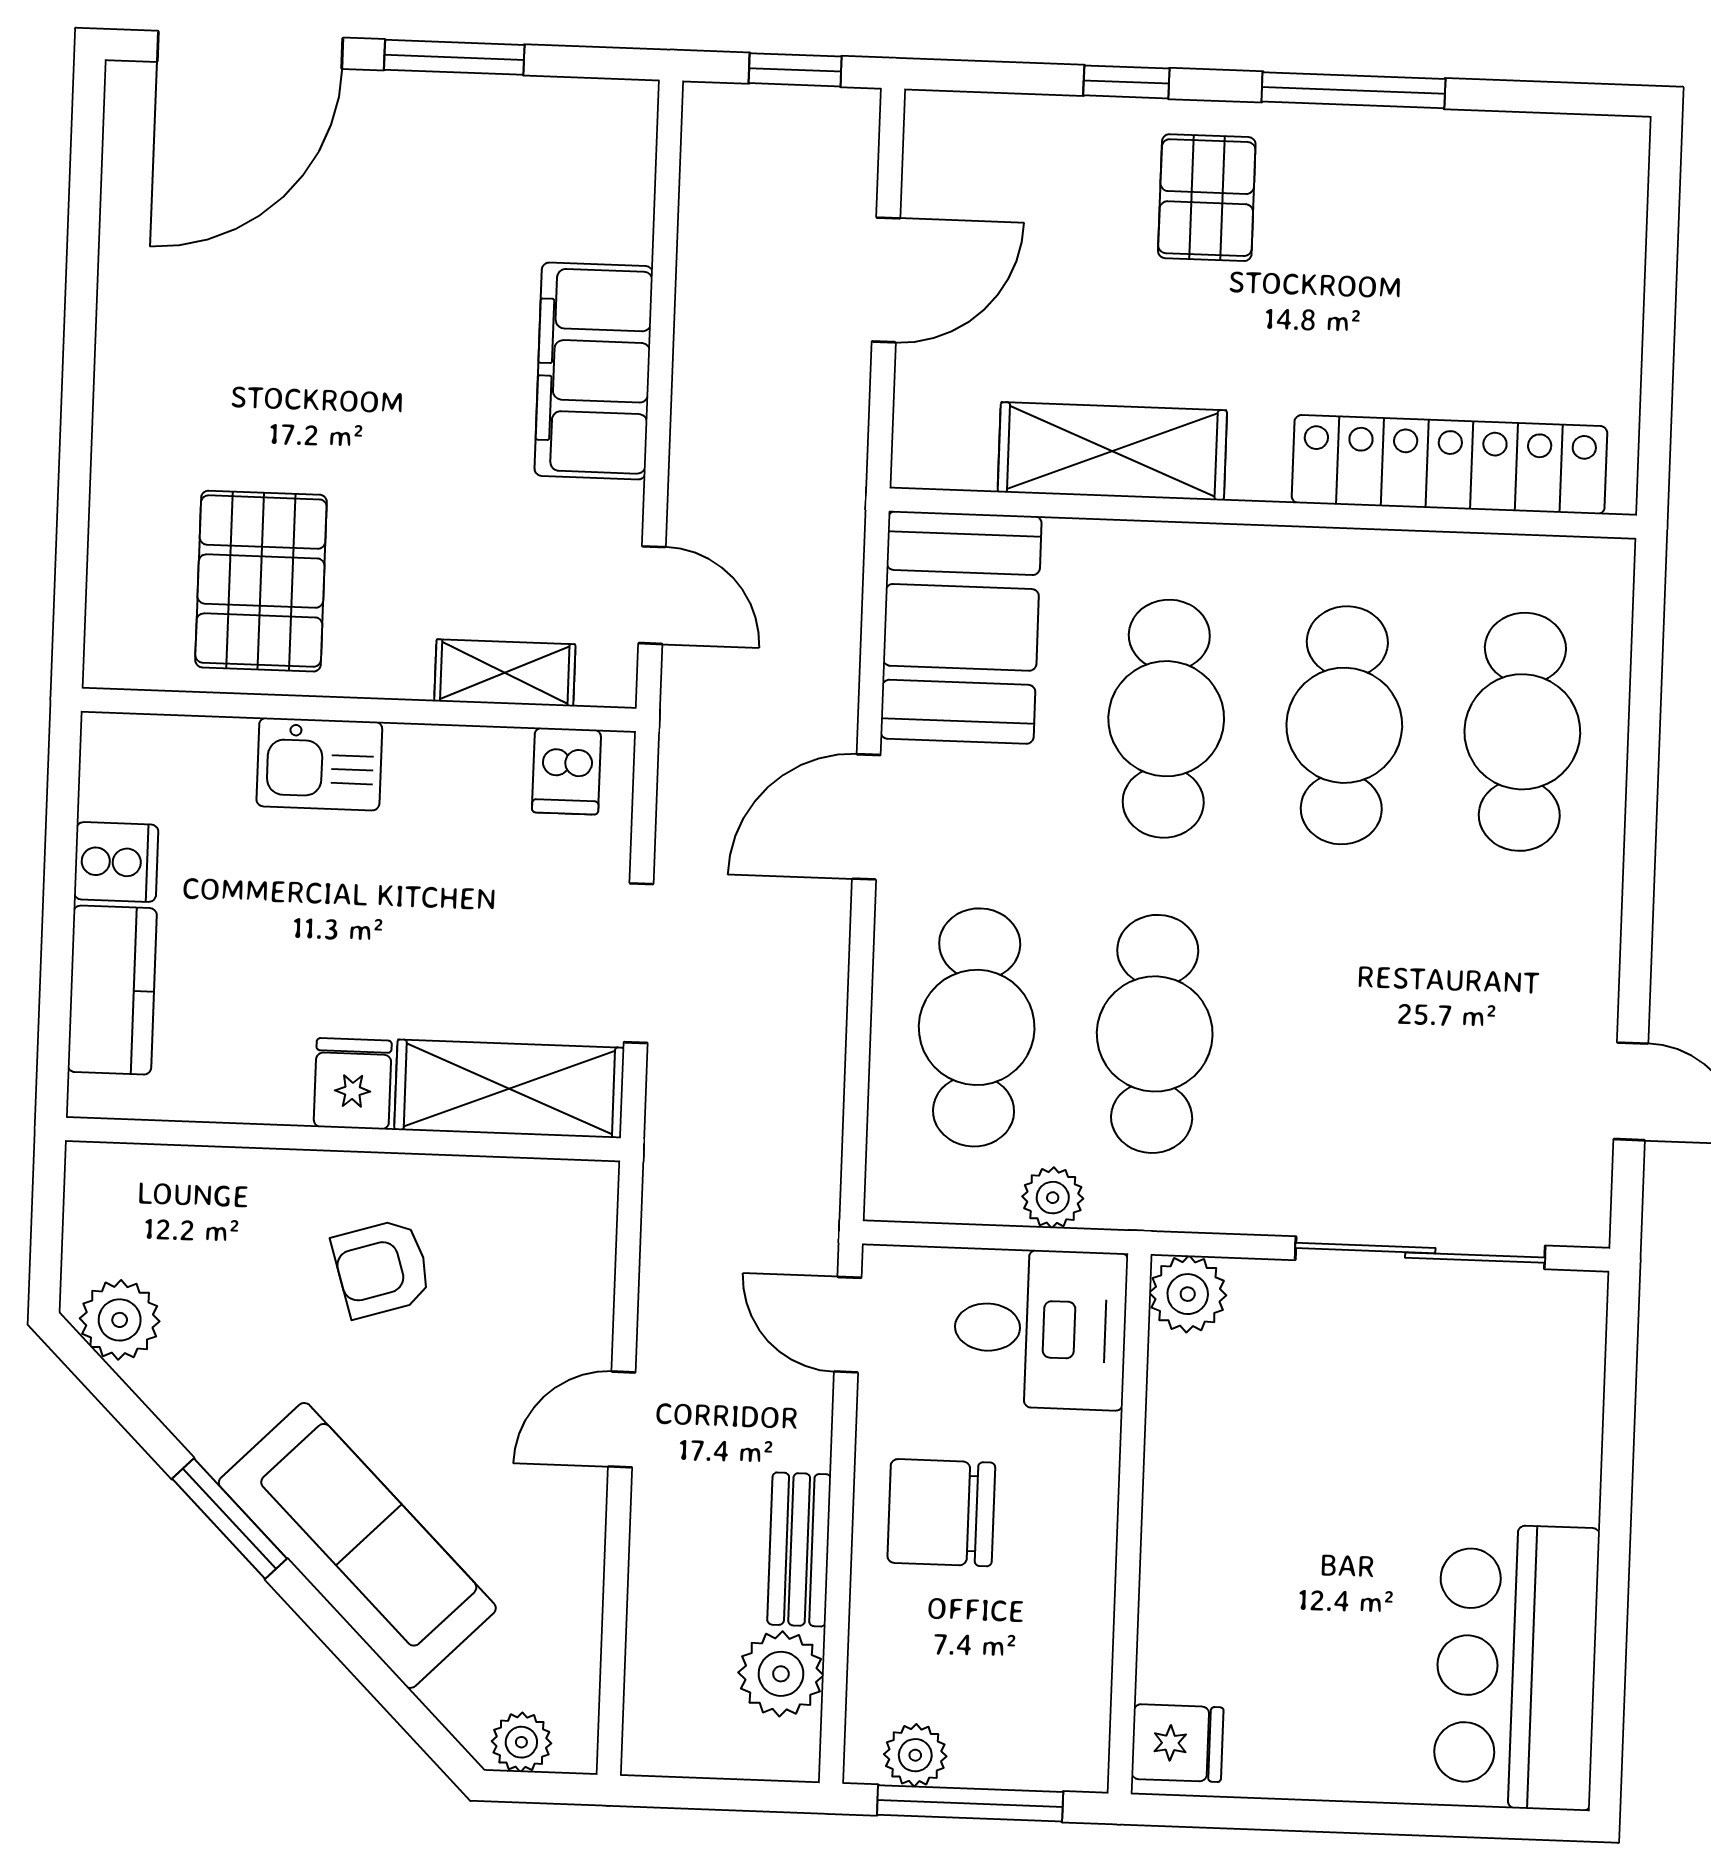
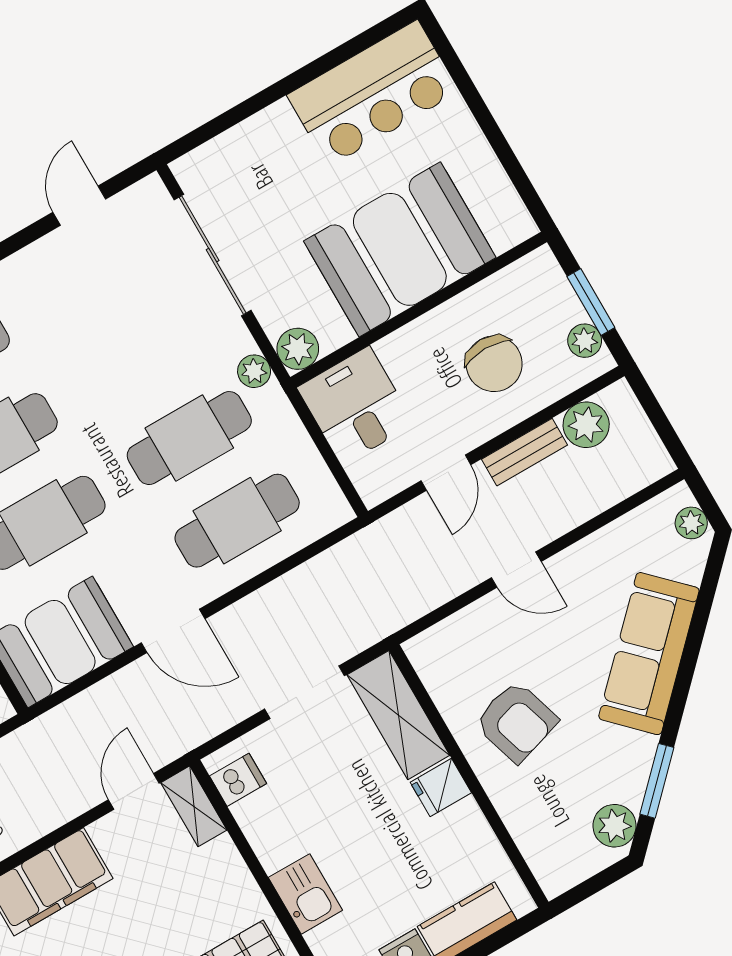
shelving: (505, 673) -> (194, 806), moved
plant: (1053, 1198) -> (254, 371), moved
armchair: (382, 1268) -> (516, 722), width x1.38, depth x1.38
door: (848, 1325) -> (446, 473), moved
chair: (941, 1513) -> (494, 364), moved
window: (229, 1519) -> (657, 781), moved
booth: (1243, 1554) -> (400, 249), added
fridge: (1177, 1743) -> (504, 225), removed
window: (970, 1803) -> (591, 302), width x0.69

